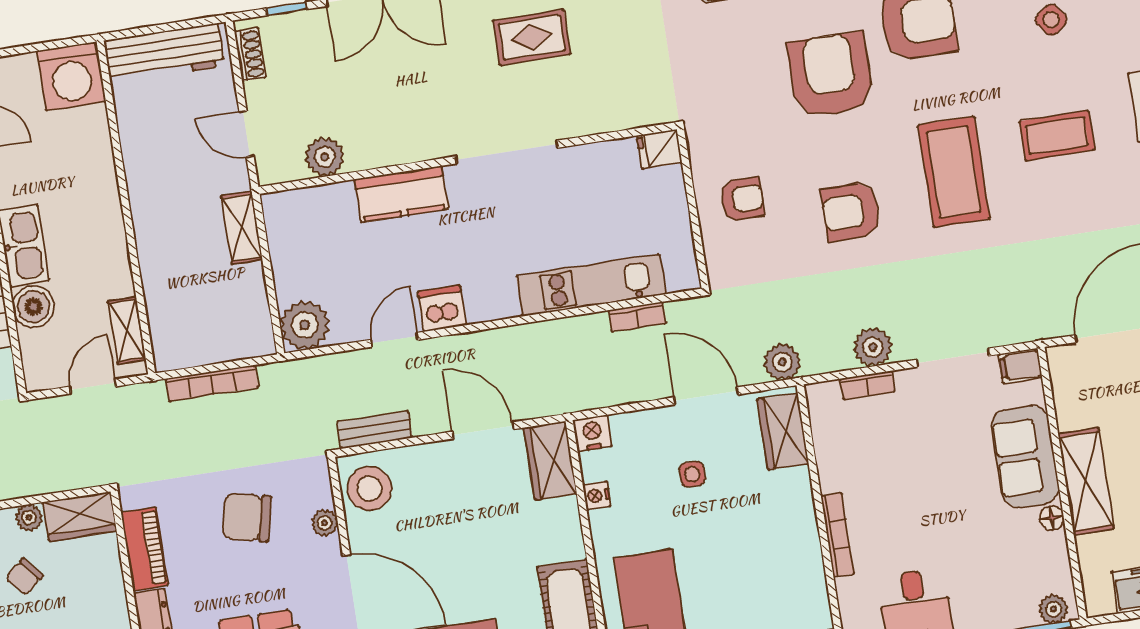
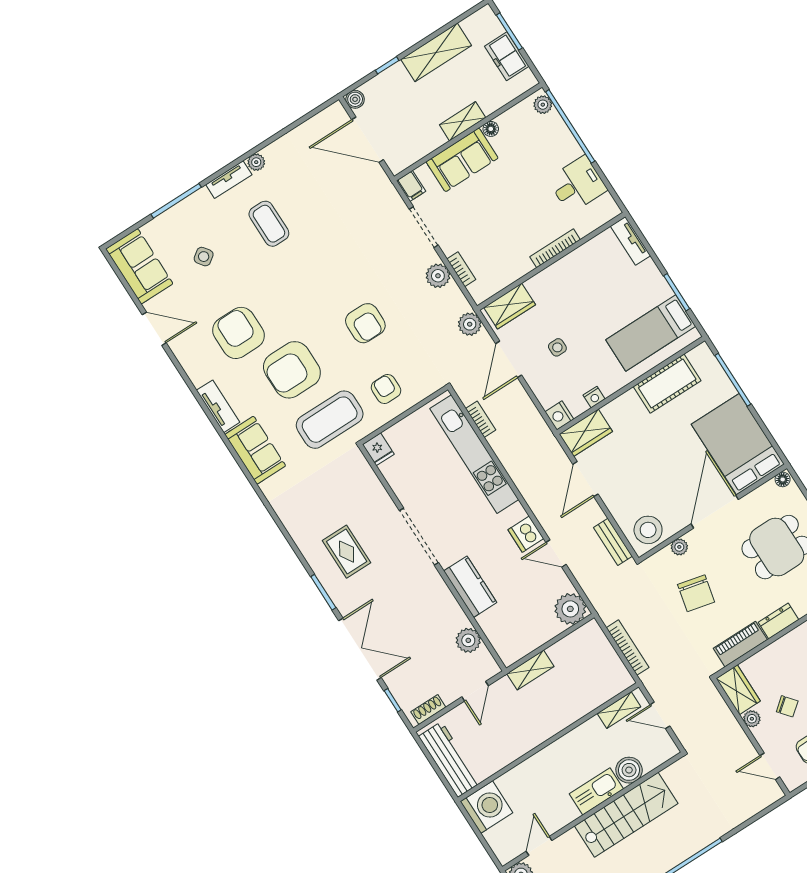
coffee table: (954, 172) -> (330, 420), moved
kitchen unit: (591, 285) -> (474, 454), width x1.36
shelving: (1086, 481) -> (463, 121), width x0.67, depth x0.75

